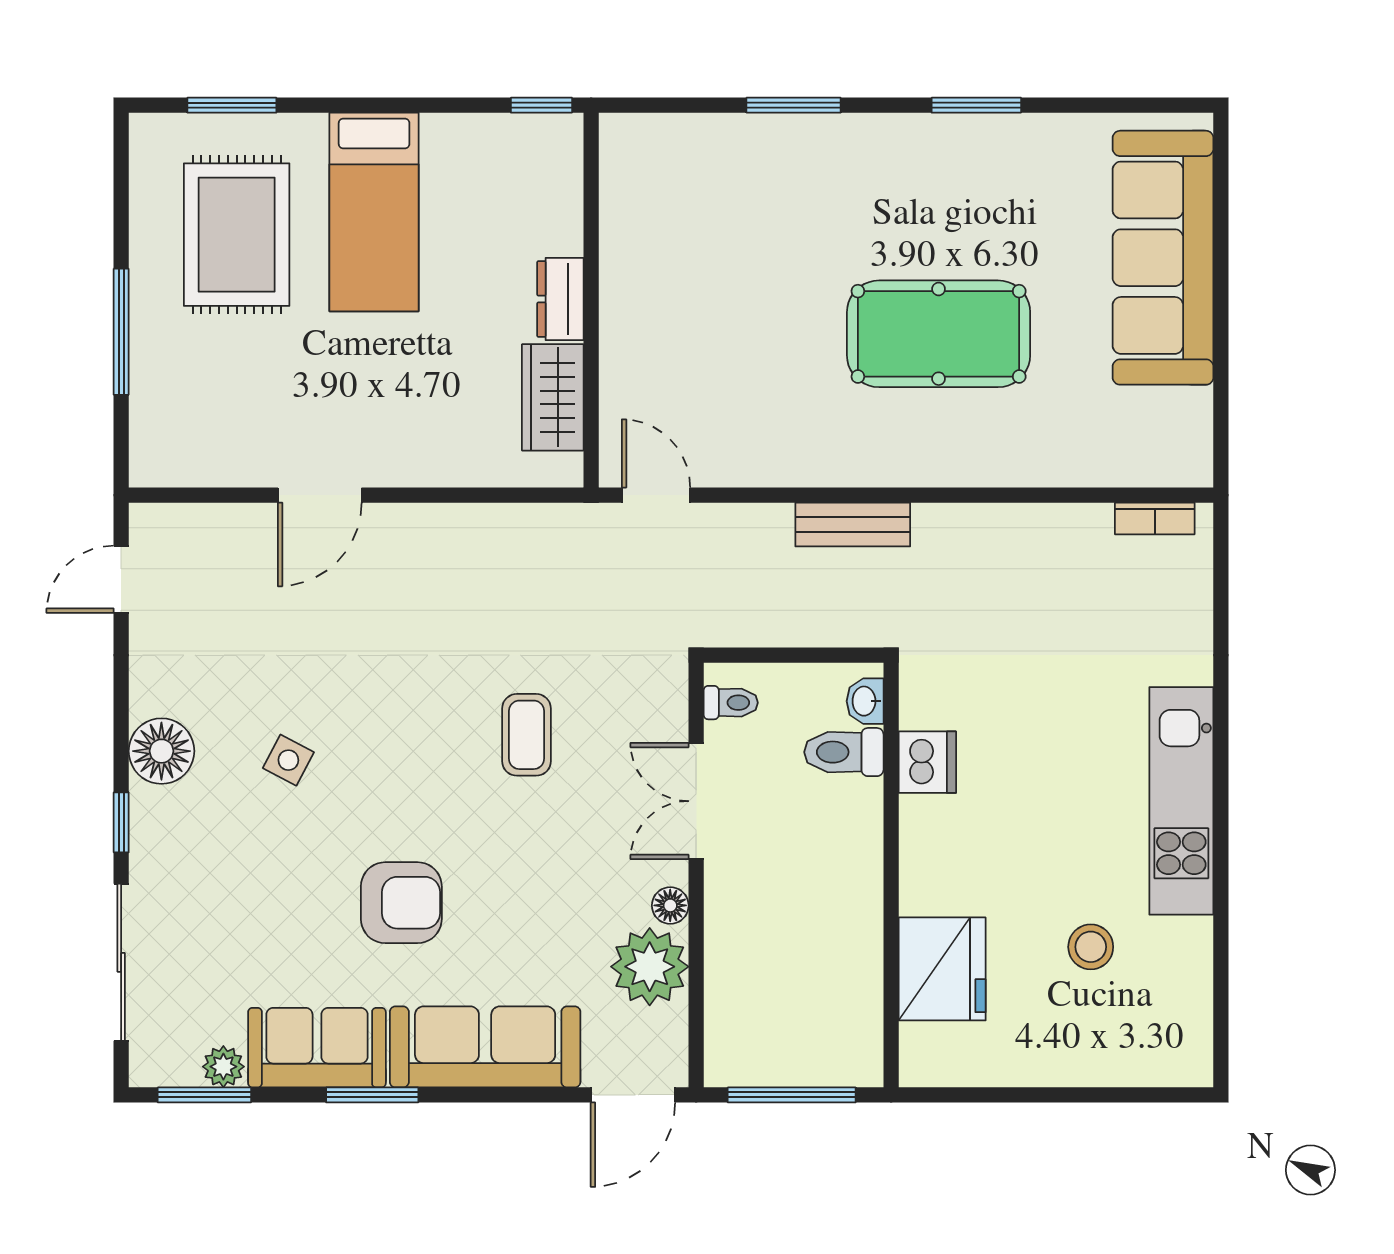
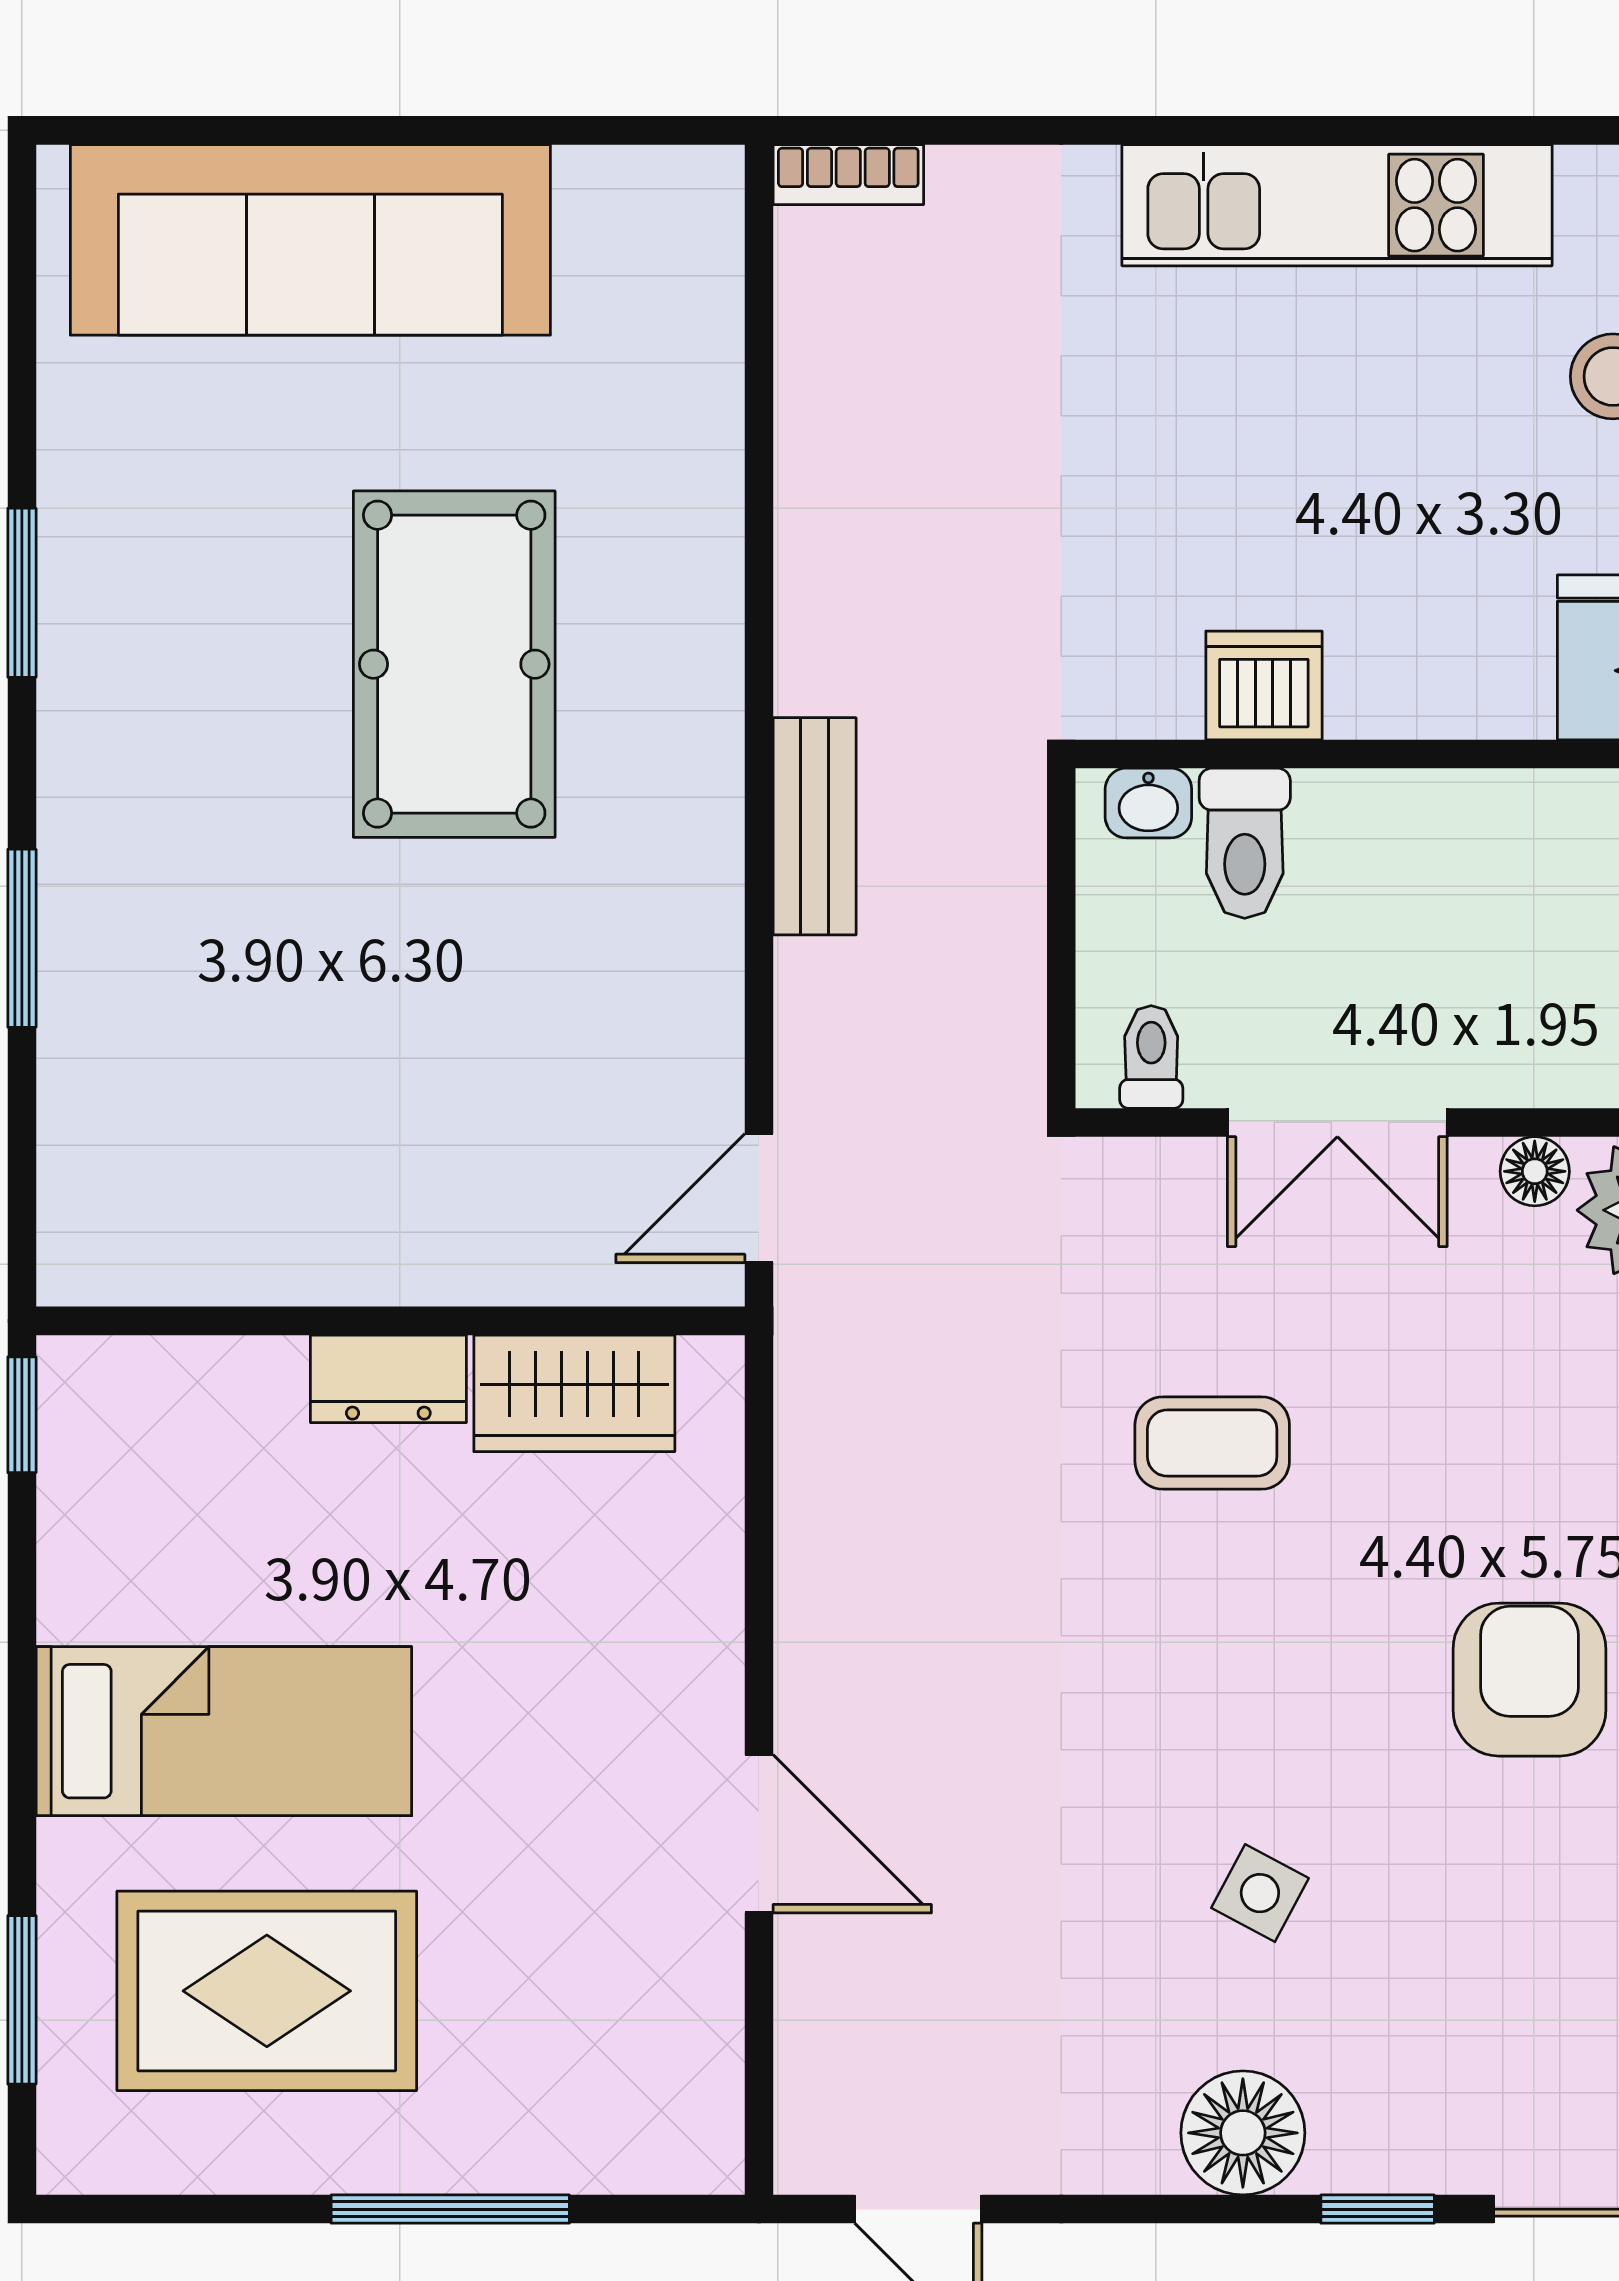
bookcase: (1155, 518) -> (848, 175), moved, turned 90

